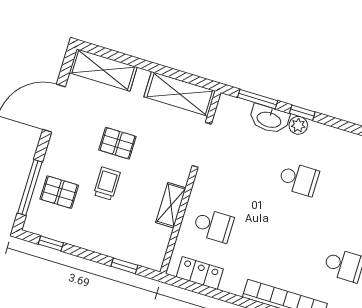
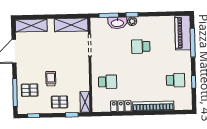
pallet: (117, 143) -> (59, 102), moved
school desk: (299, 179) -> (141, 47), turned 180
shelving: (171, 205) -> (85, 102), moved
locker: (200, 273) -> (121, 106), moved

